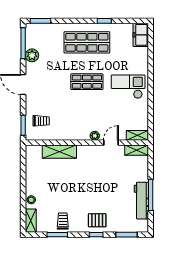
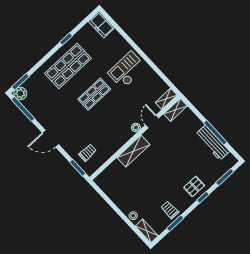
plant: (32, 55) -> (20, 93), moved
shelving: (59, 152) -> (133, 151), moved

